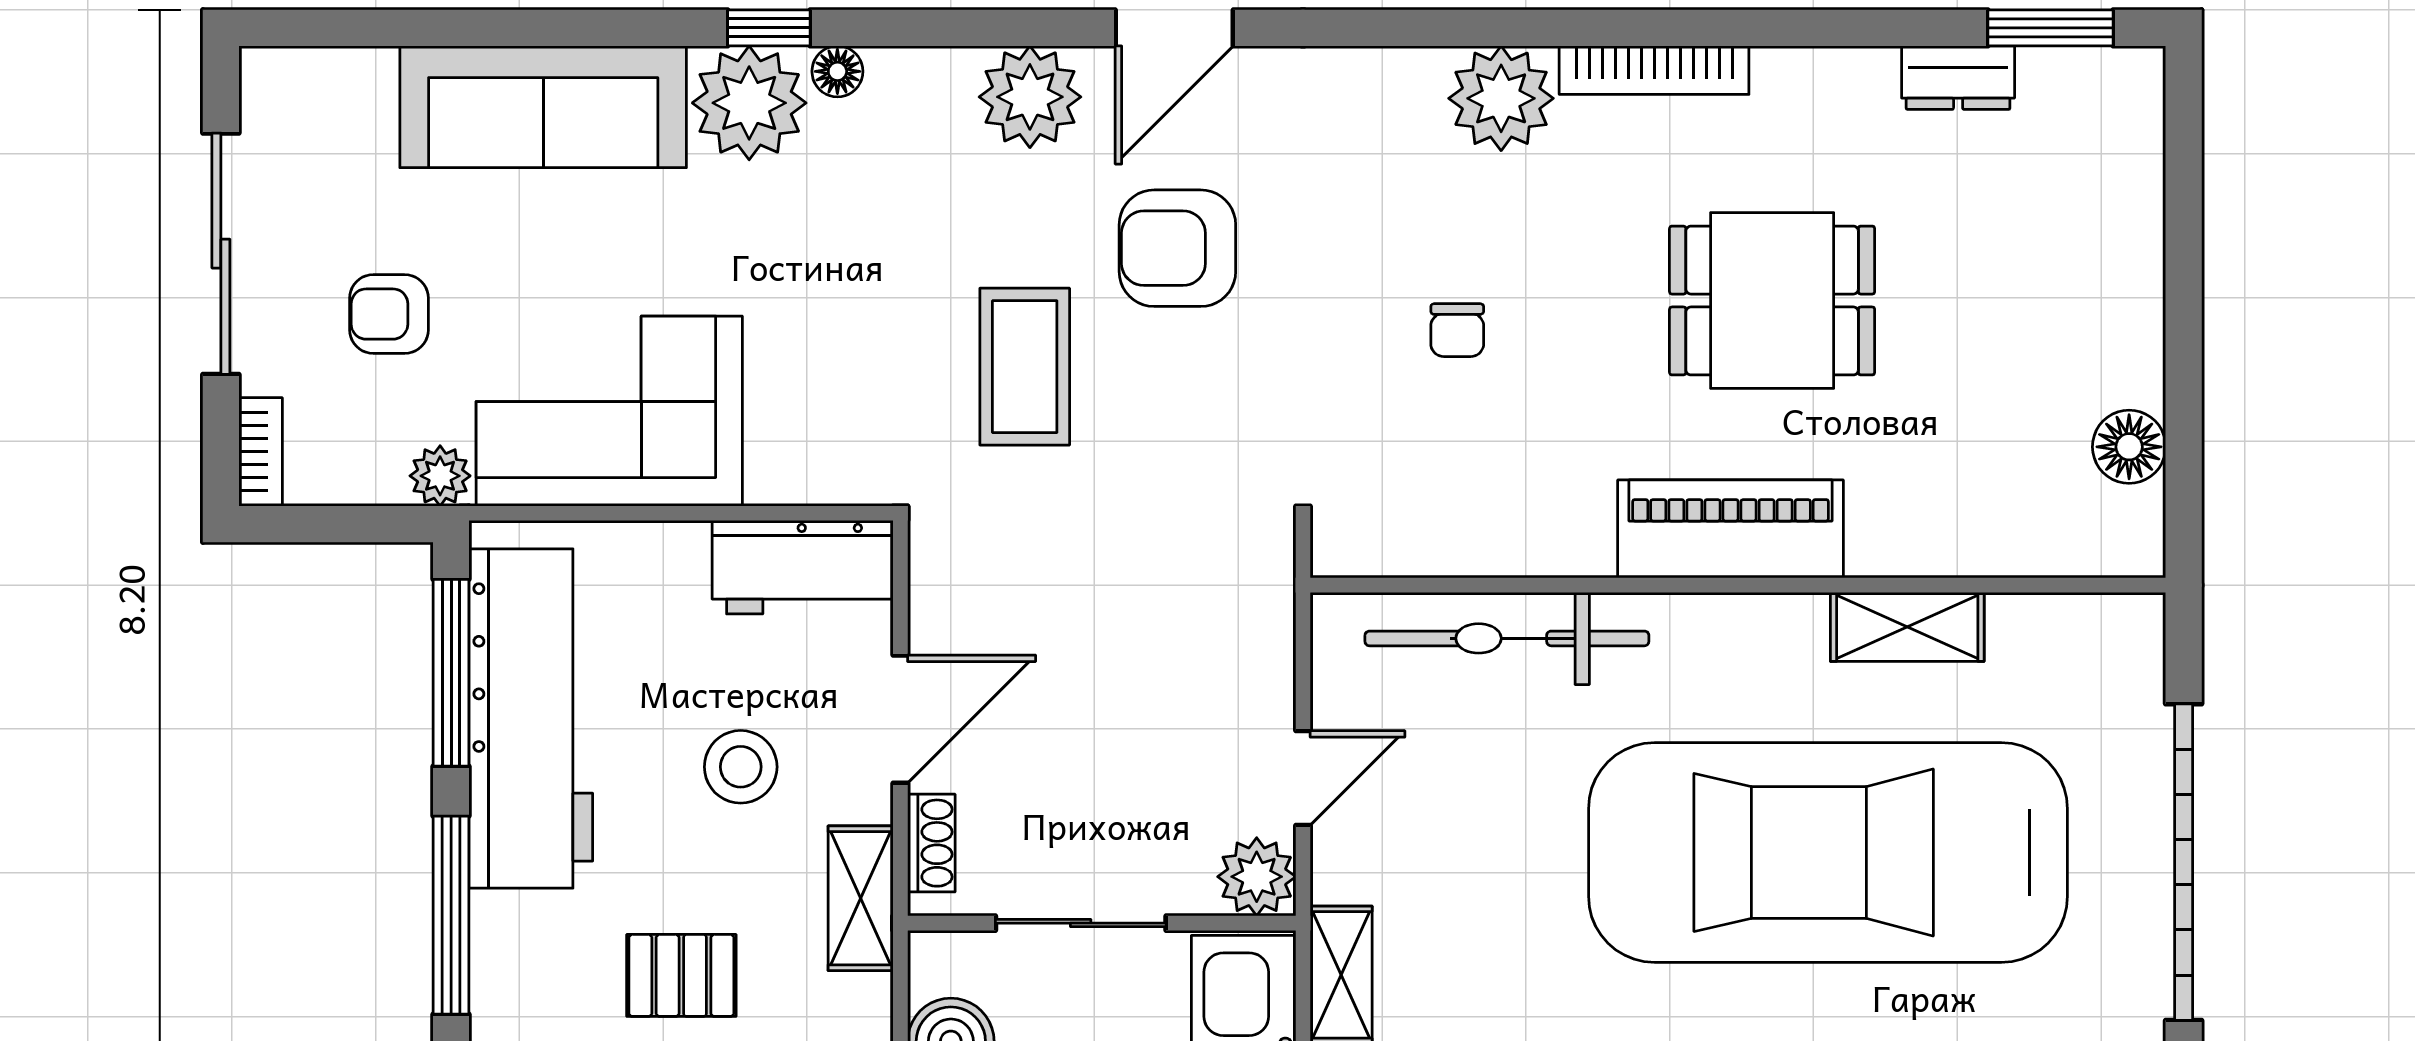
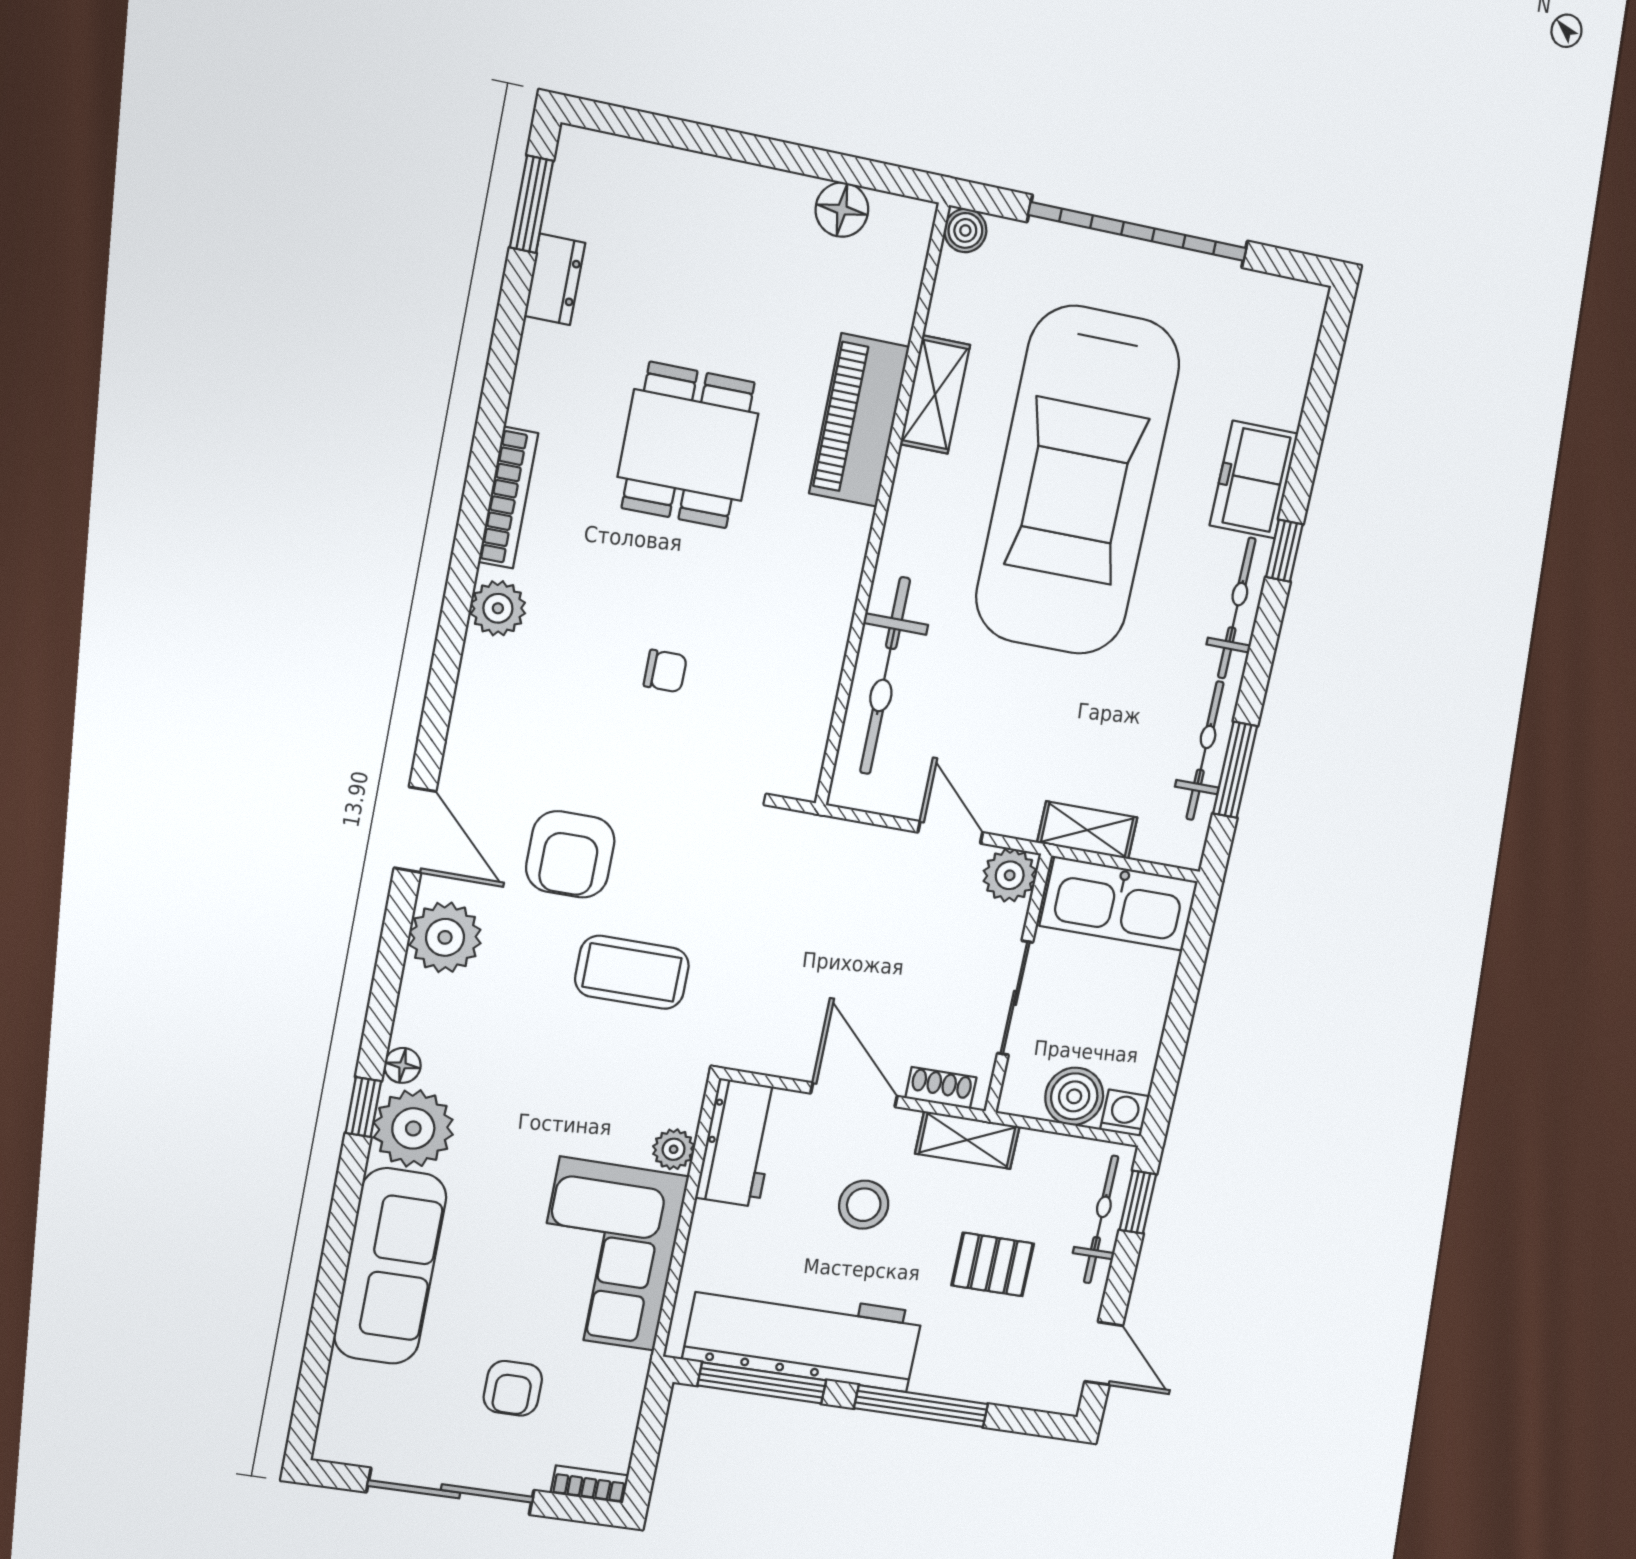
plant: (1501, 98) -> (498, 608), width x0.73, depth x0.73
plant: (440, 476) -> (674, 1149), moved
piano: (1730, 529) -> (859, 420), moved
boiler: (2136, 622) -> (965, 230), added
pallet: (681, 975) -> (993, 1264), turned 90

